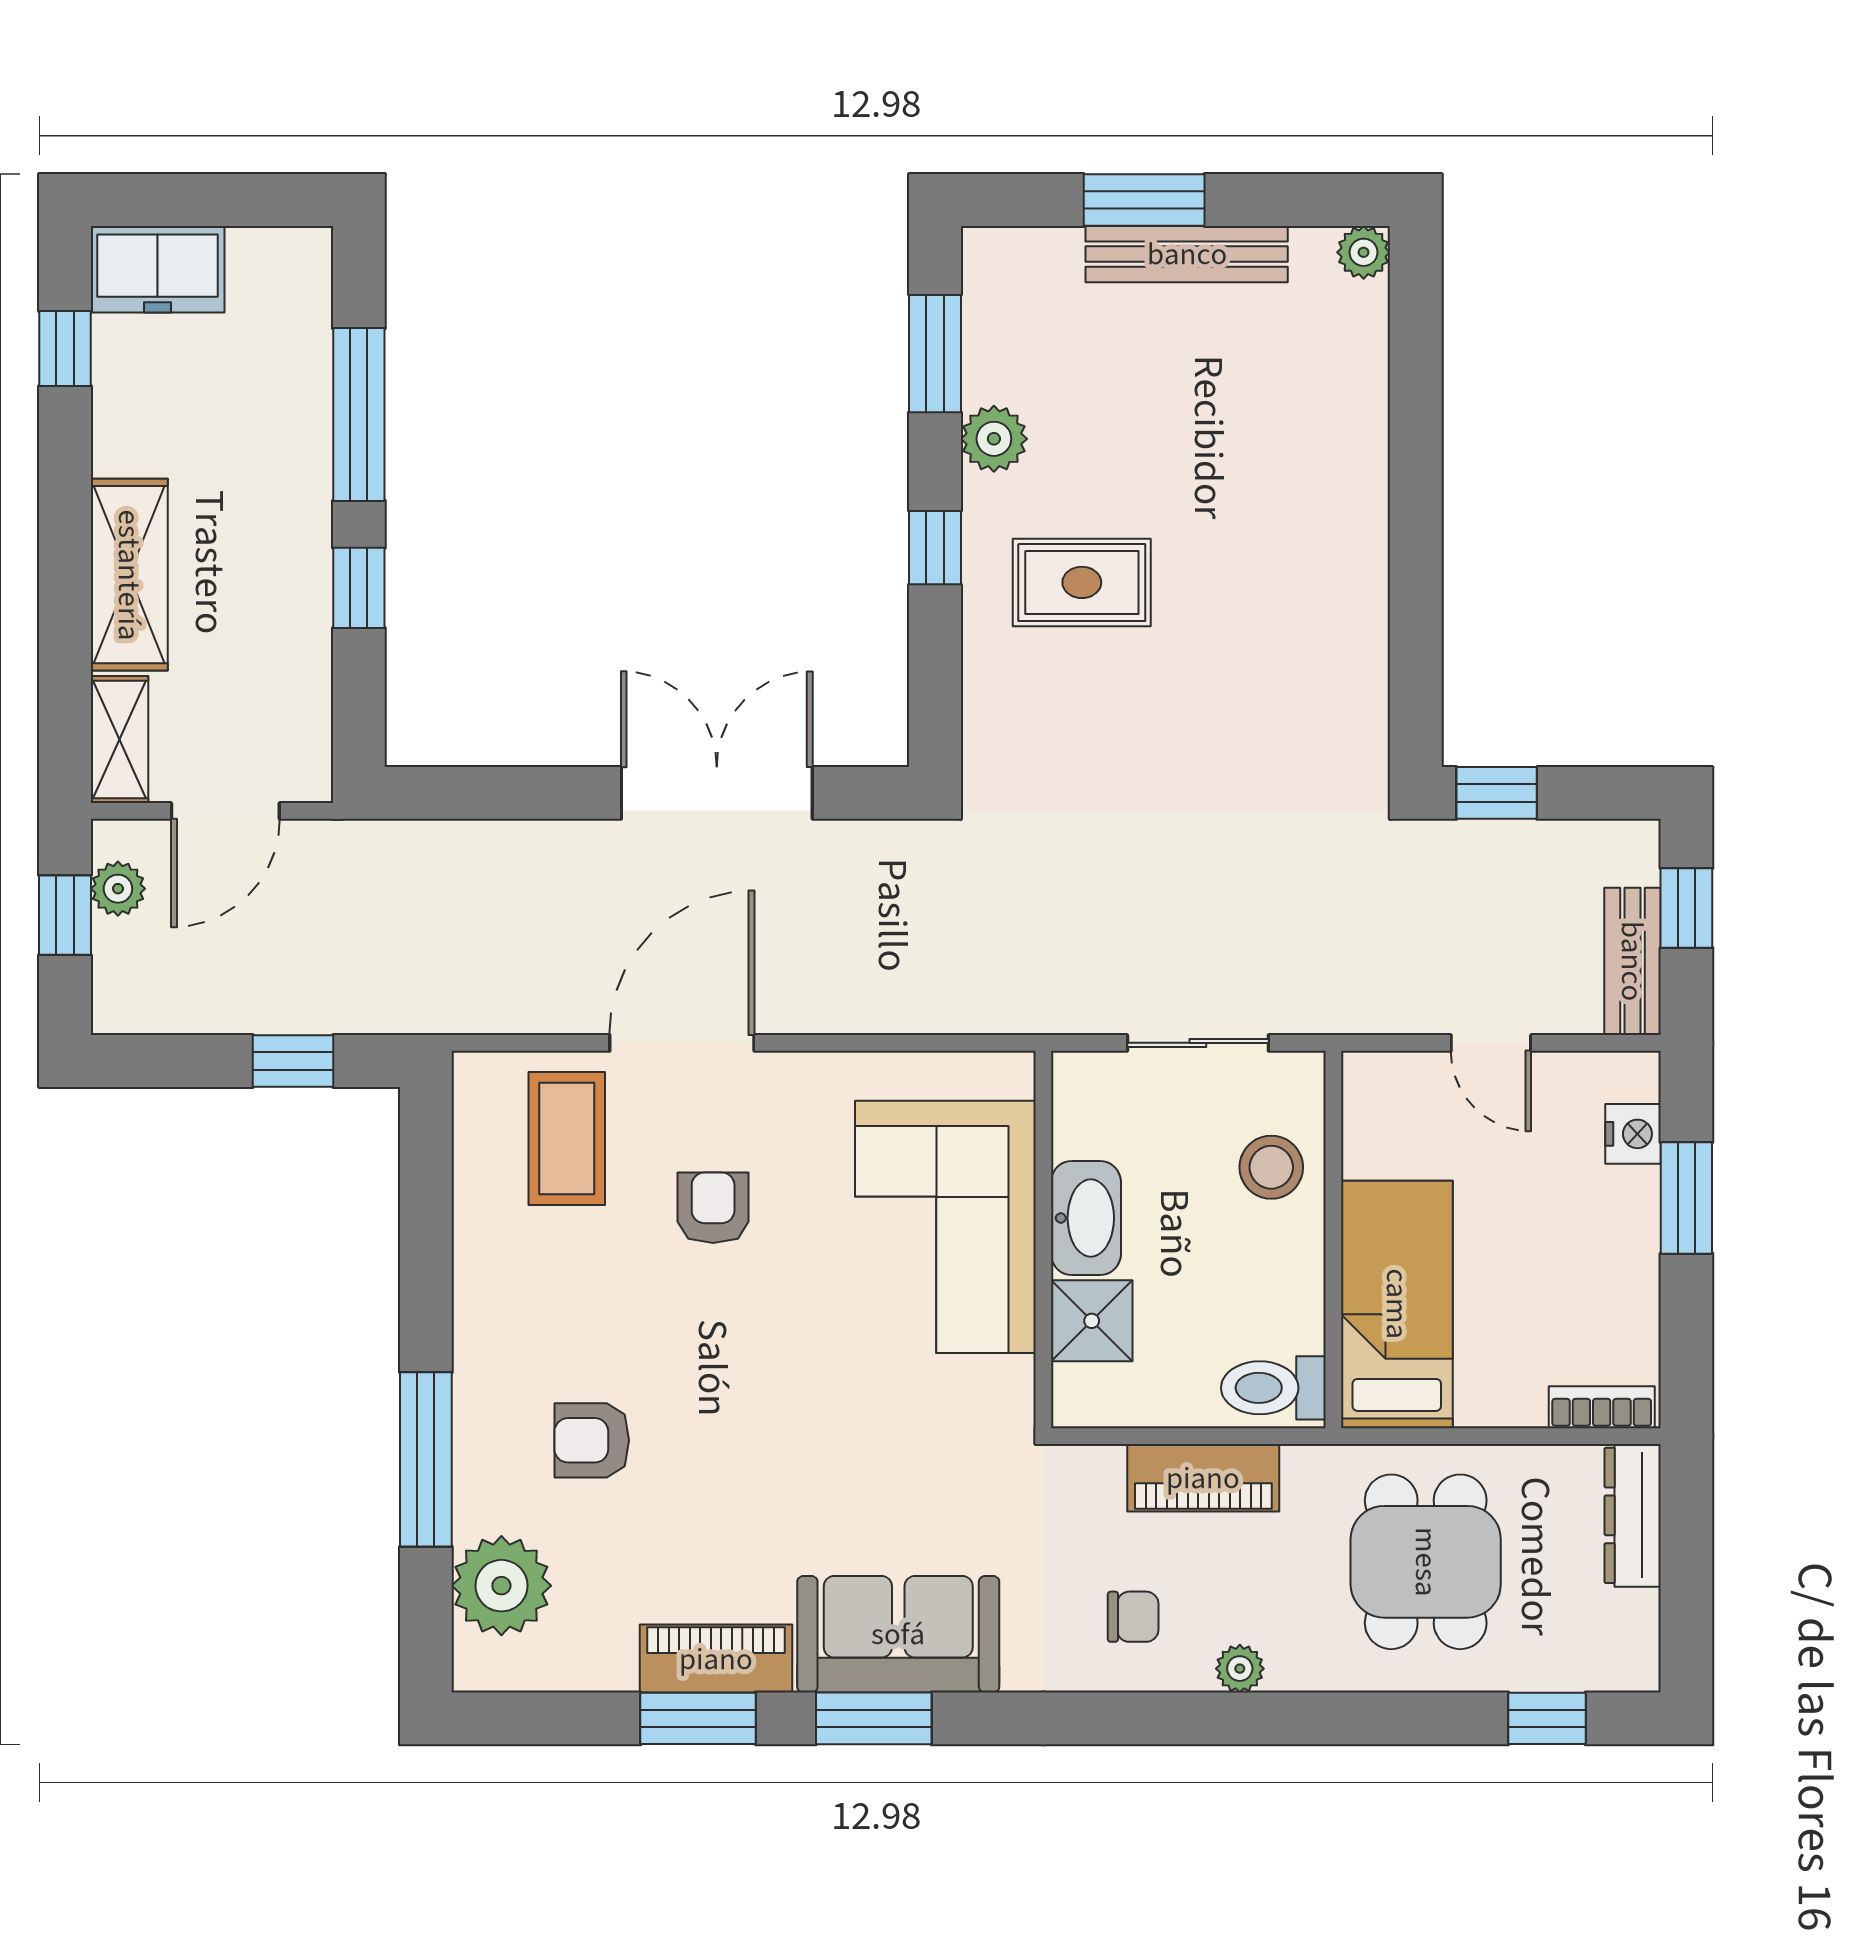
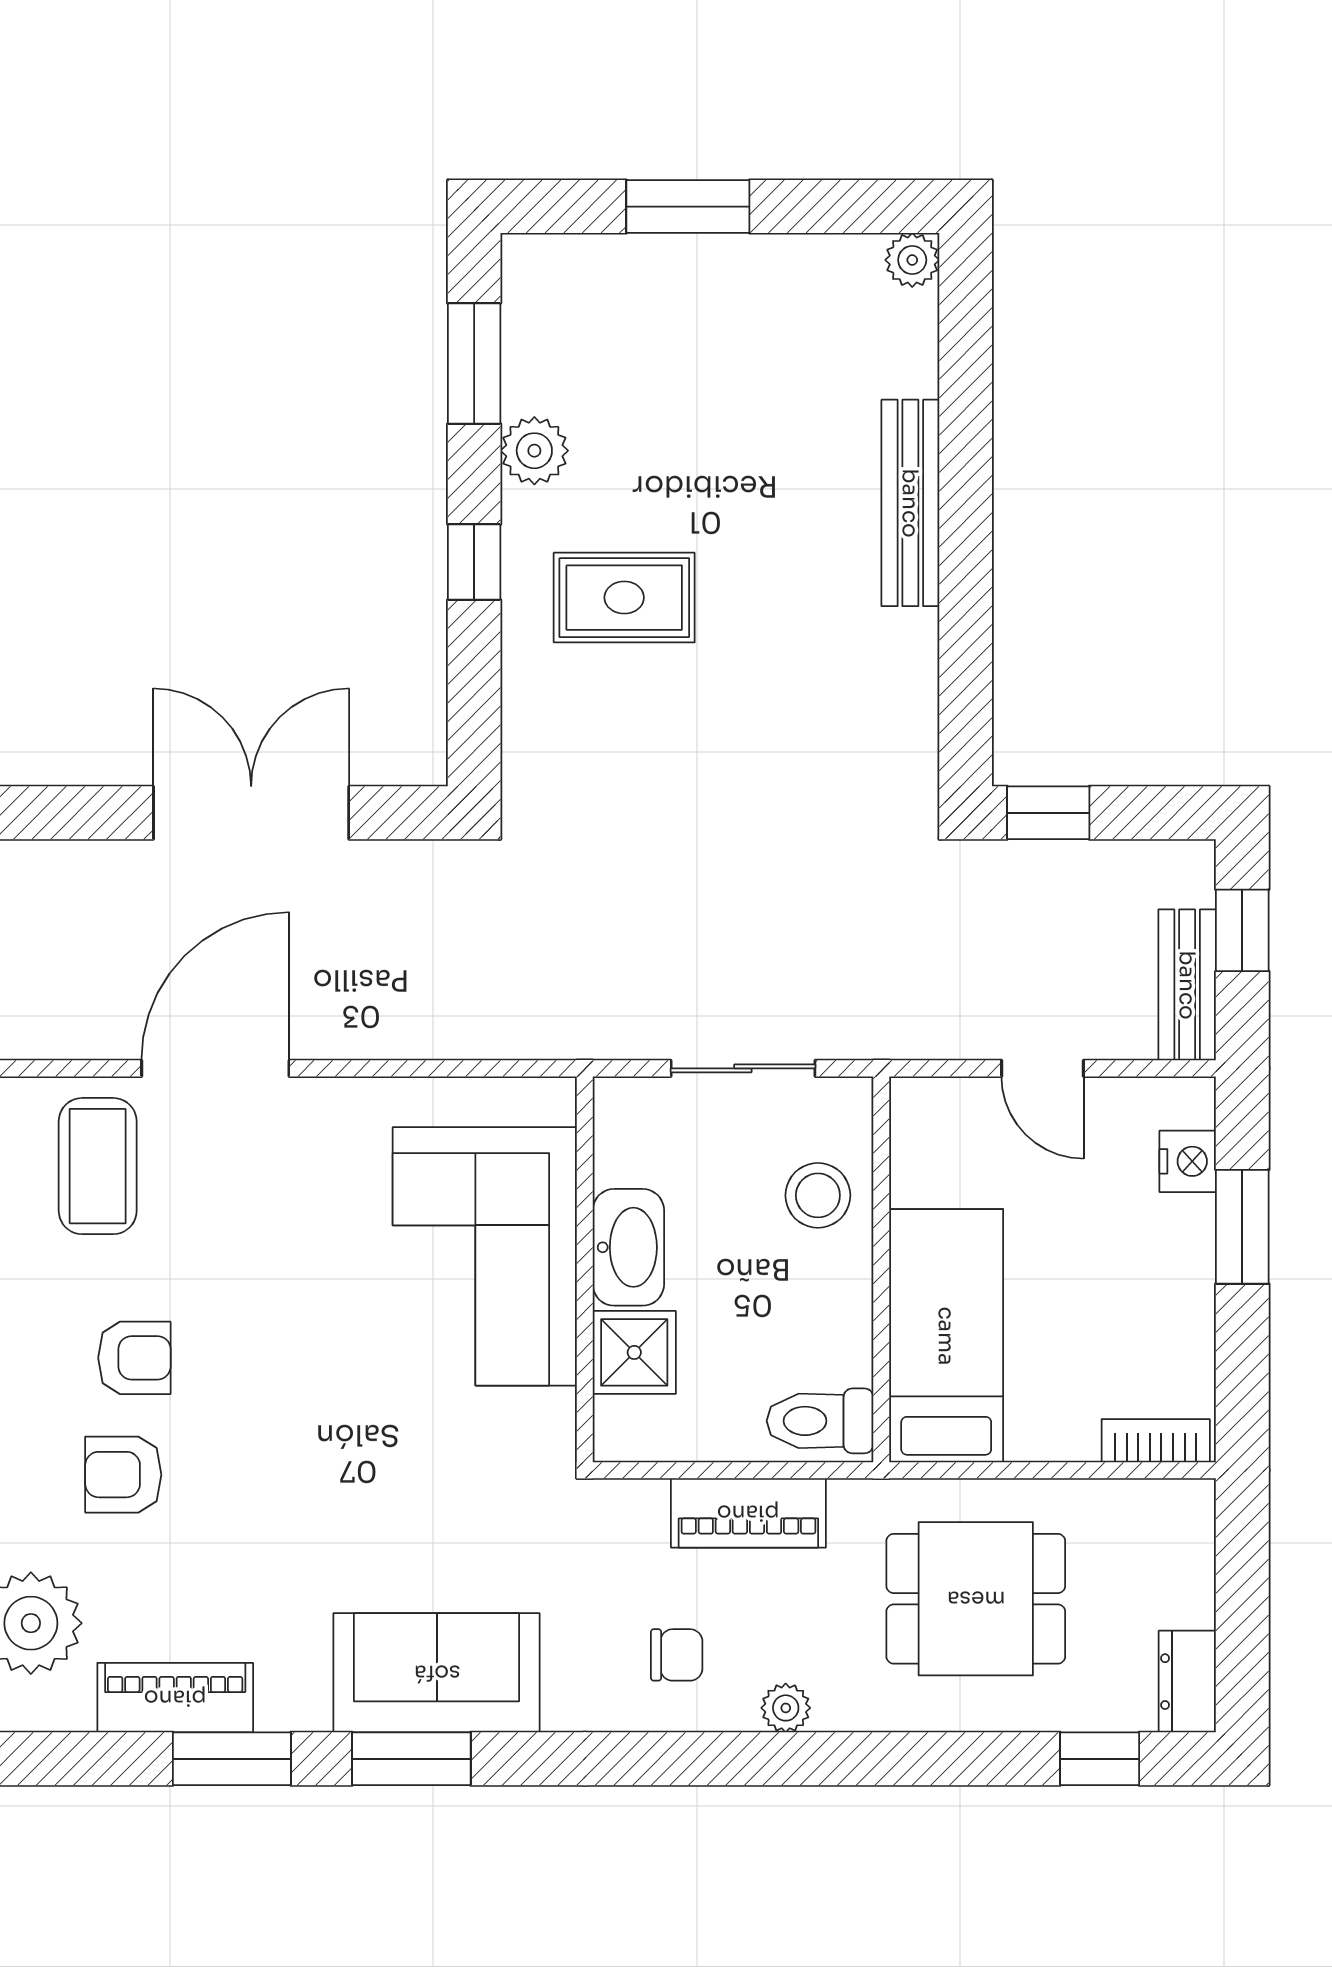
bench: (1187, 254) -> (910, 503), moved, turned 90
armchair: (713, 1208) -> (134, 1358), moved, turned 90
dresser: (1633, 1515) -> (1187, 1682), moved, width x0.70
dining table: (1426, 1562) -> (976, 1599), turned 90
piano: (716, 1659) -> (175, 1698), moved

